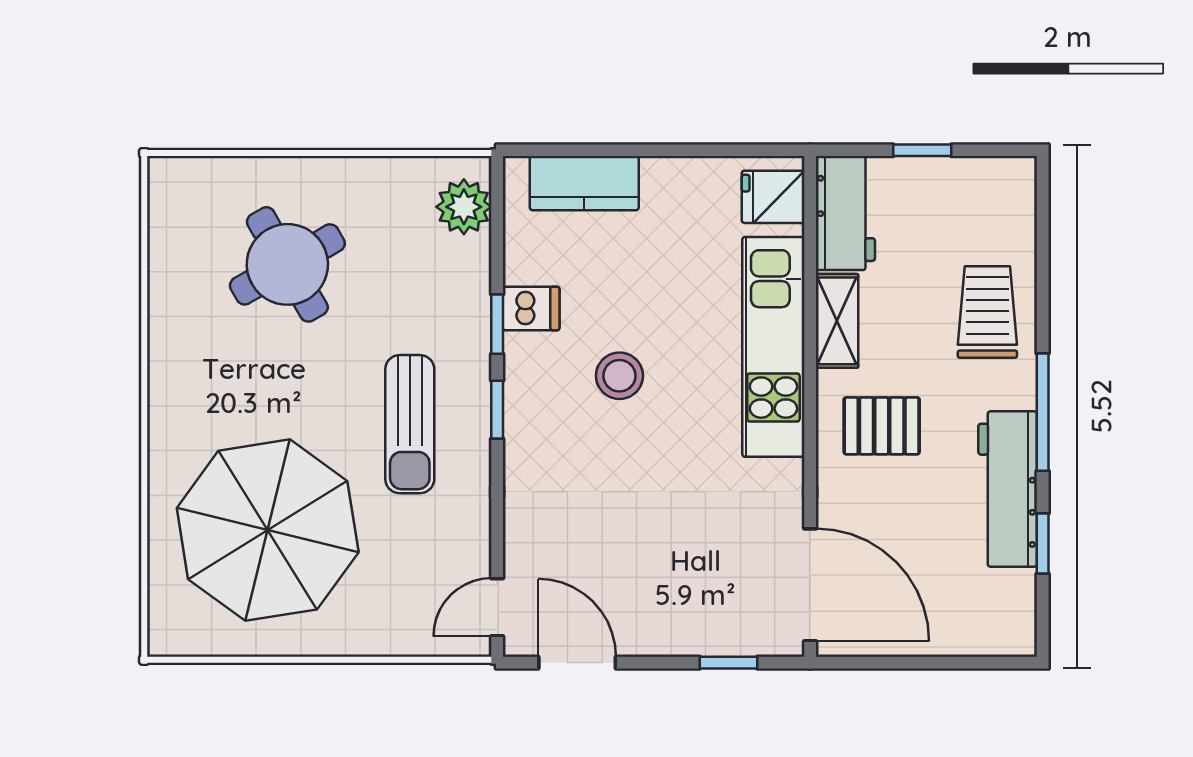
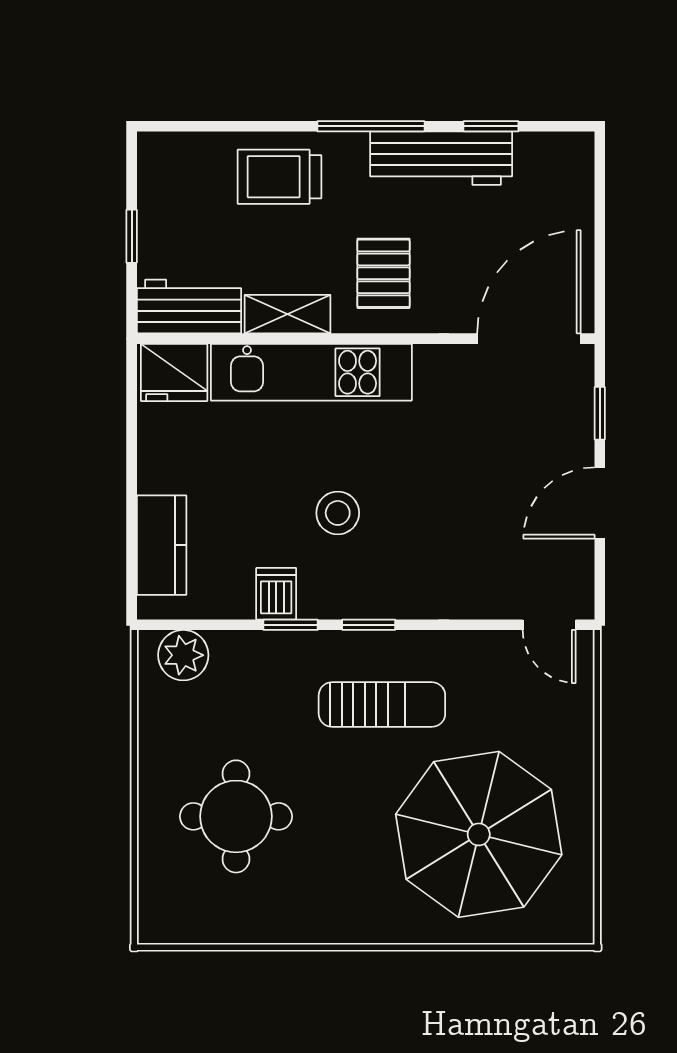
fridge: (773, 197) -> (174, 372), width x1.38
round table: (287, 264) -> (236, 816), turned 30
door: (577, 663) -> (600, 503), moved

